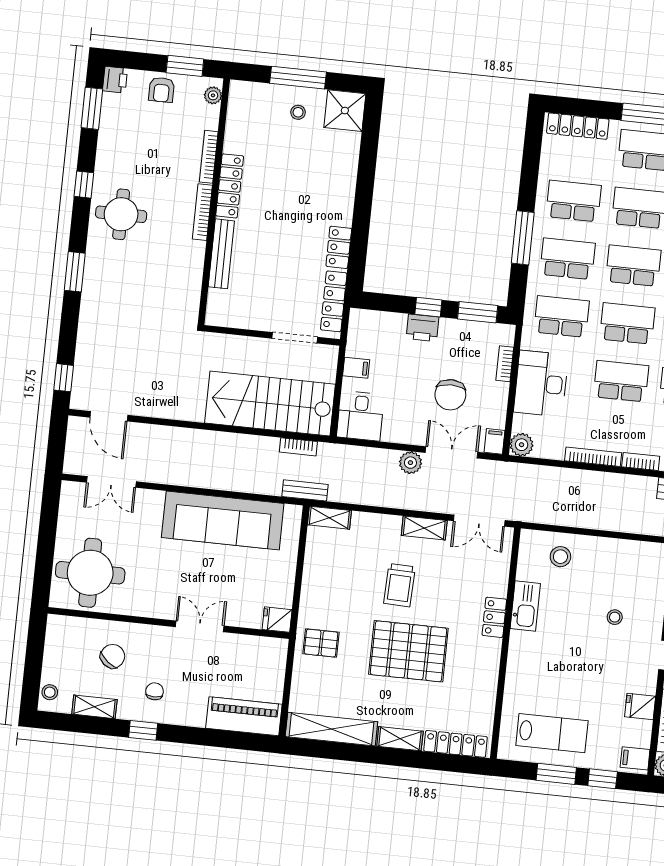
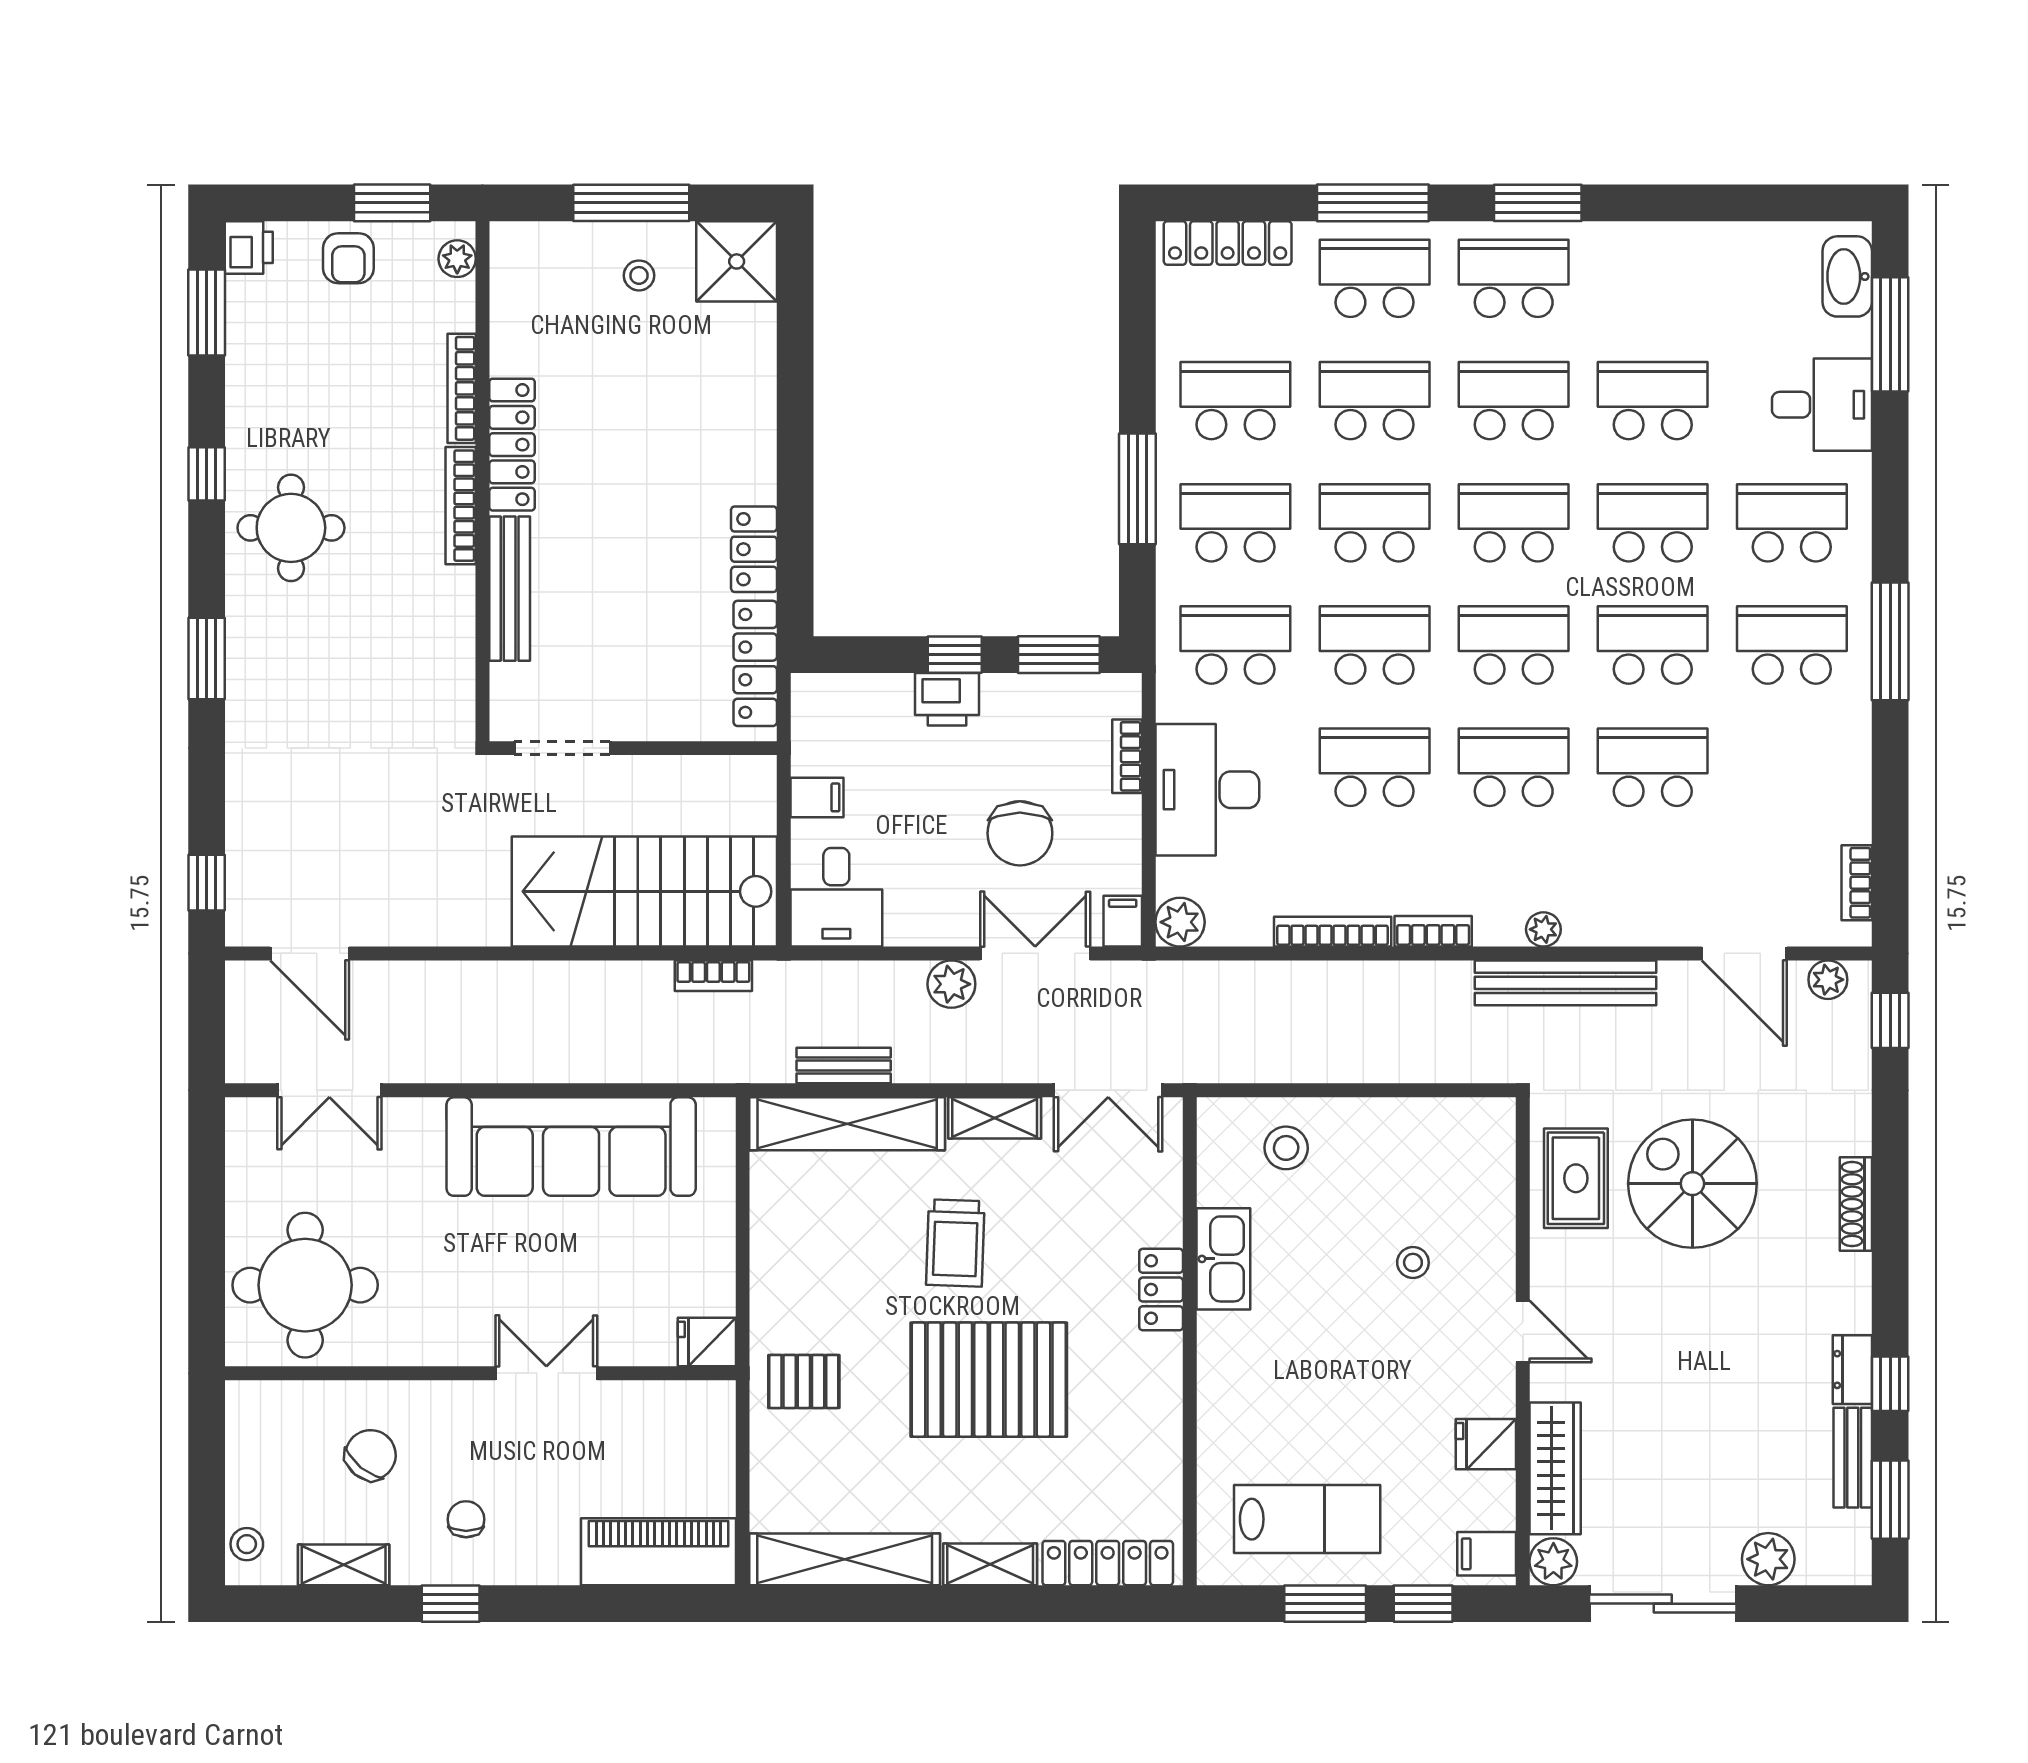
doorway: (295, 338) -> (562, 748), moved
bench: (305, 490) -> (844, 1066), moved
shelving: (329, 518) -> (847, 1124), width x2.20, depth x1.33

